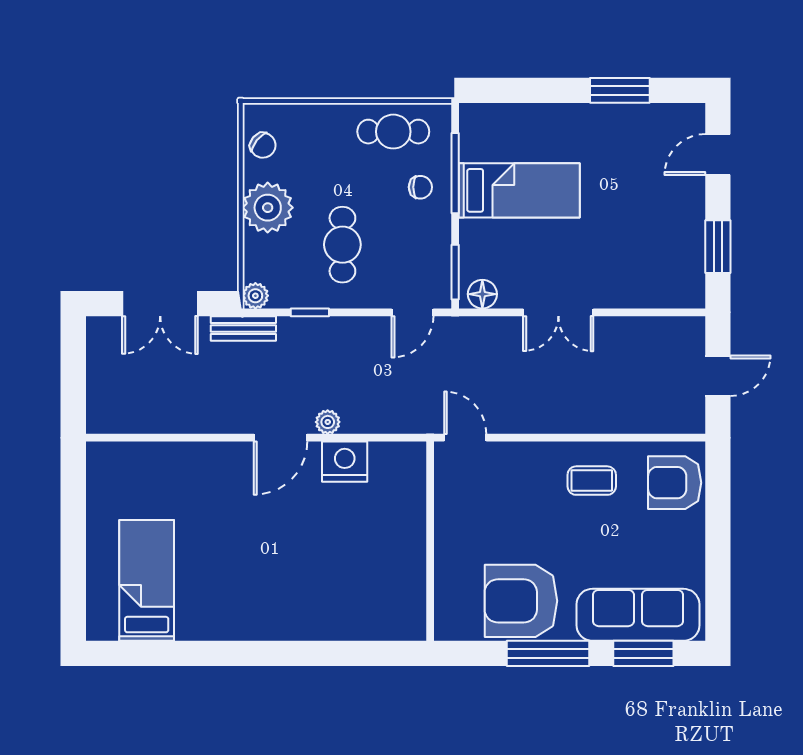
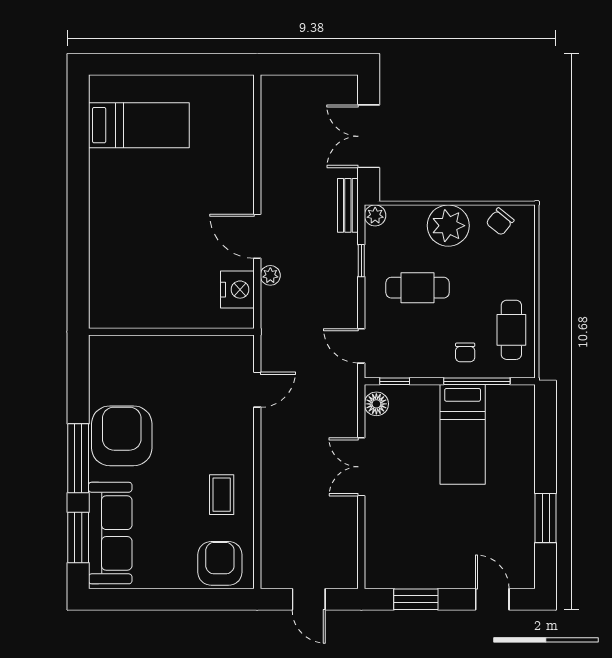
window: (455, 272) -> (395, 381), width x0.67
wall: (430, 541) -> (171, 332), moved

